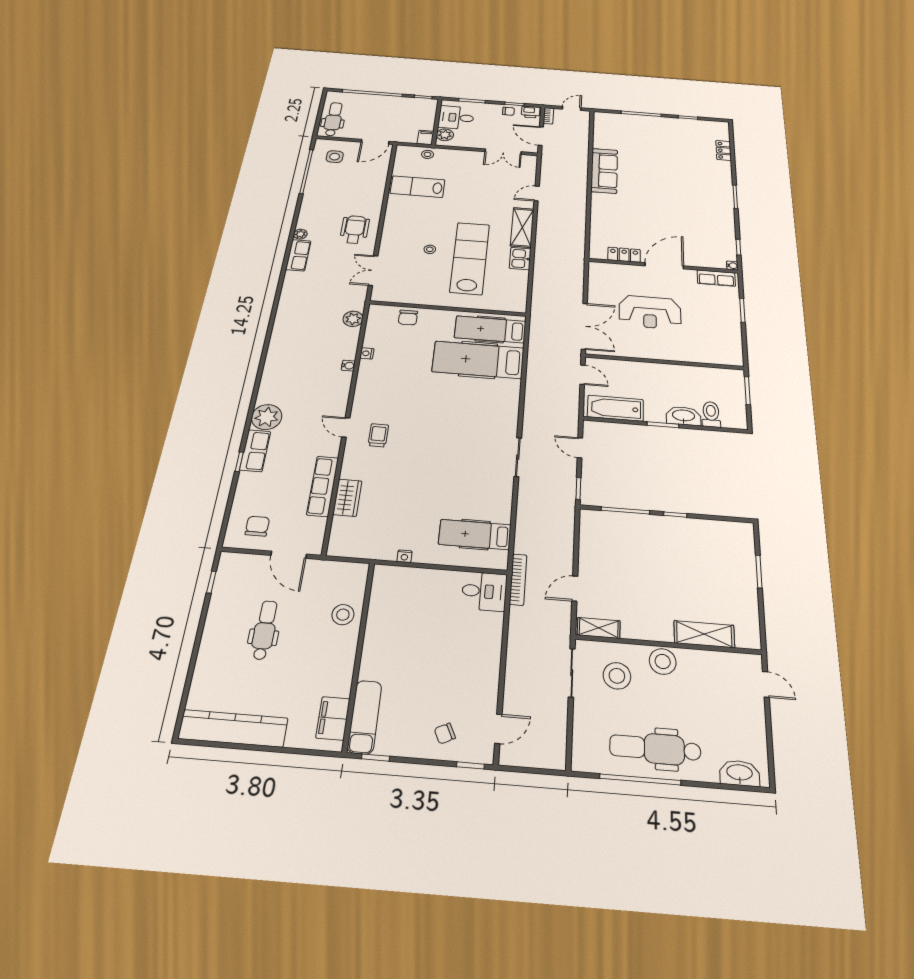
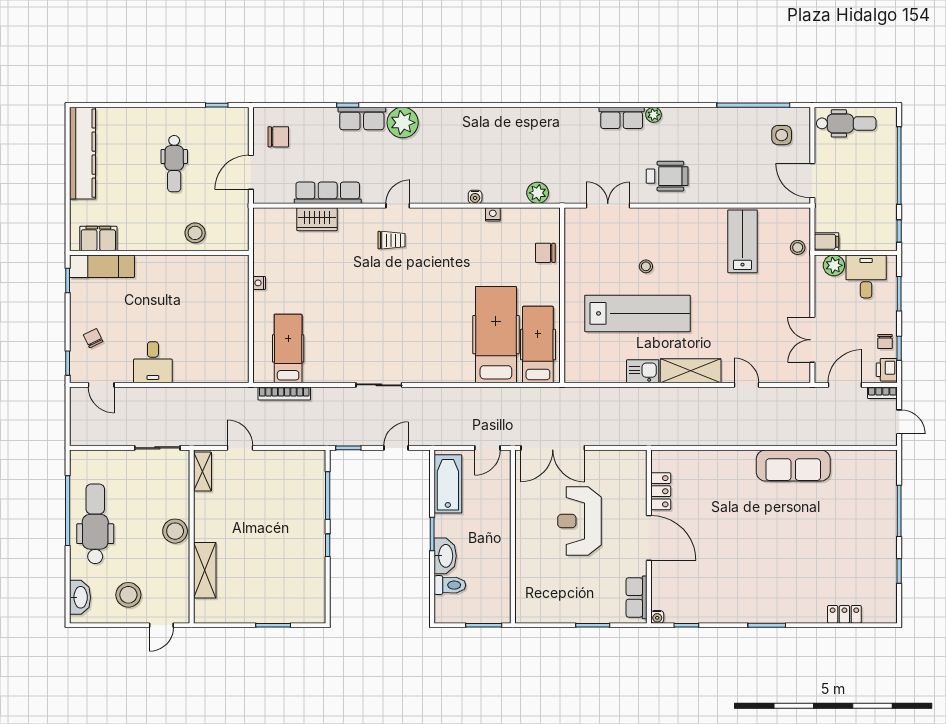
bookcase: (518, 579) -> (284, 394), moved
desk: (484, 591) -> (153, 362), moved
dental chair: (265, 630) -> (174, 164), turned 90
stool: (617, 676) -> (128, 595), moved

